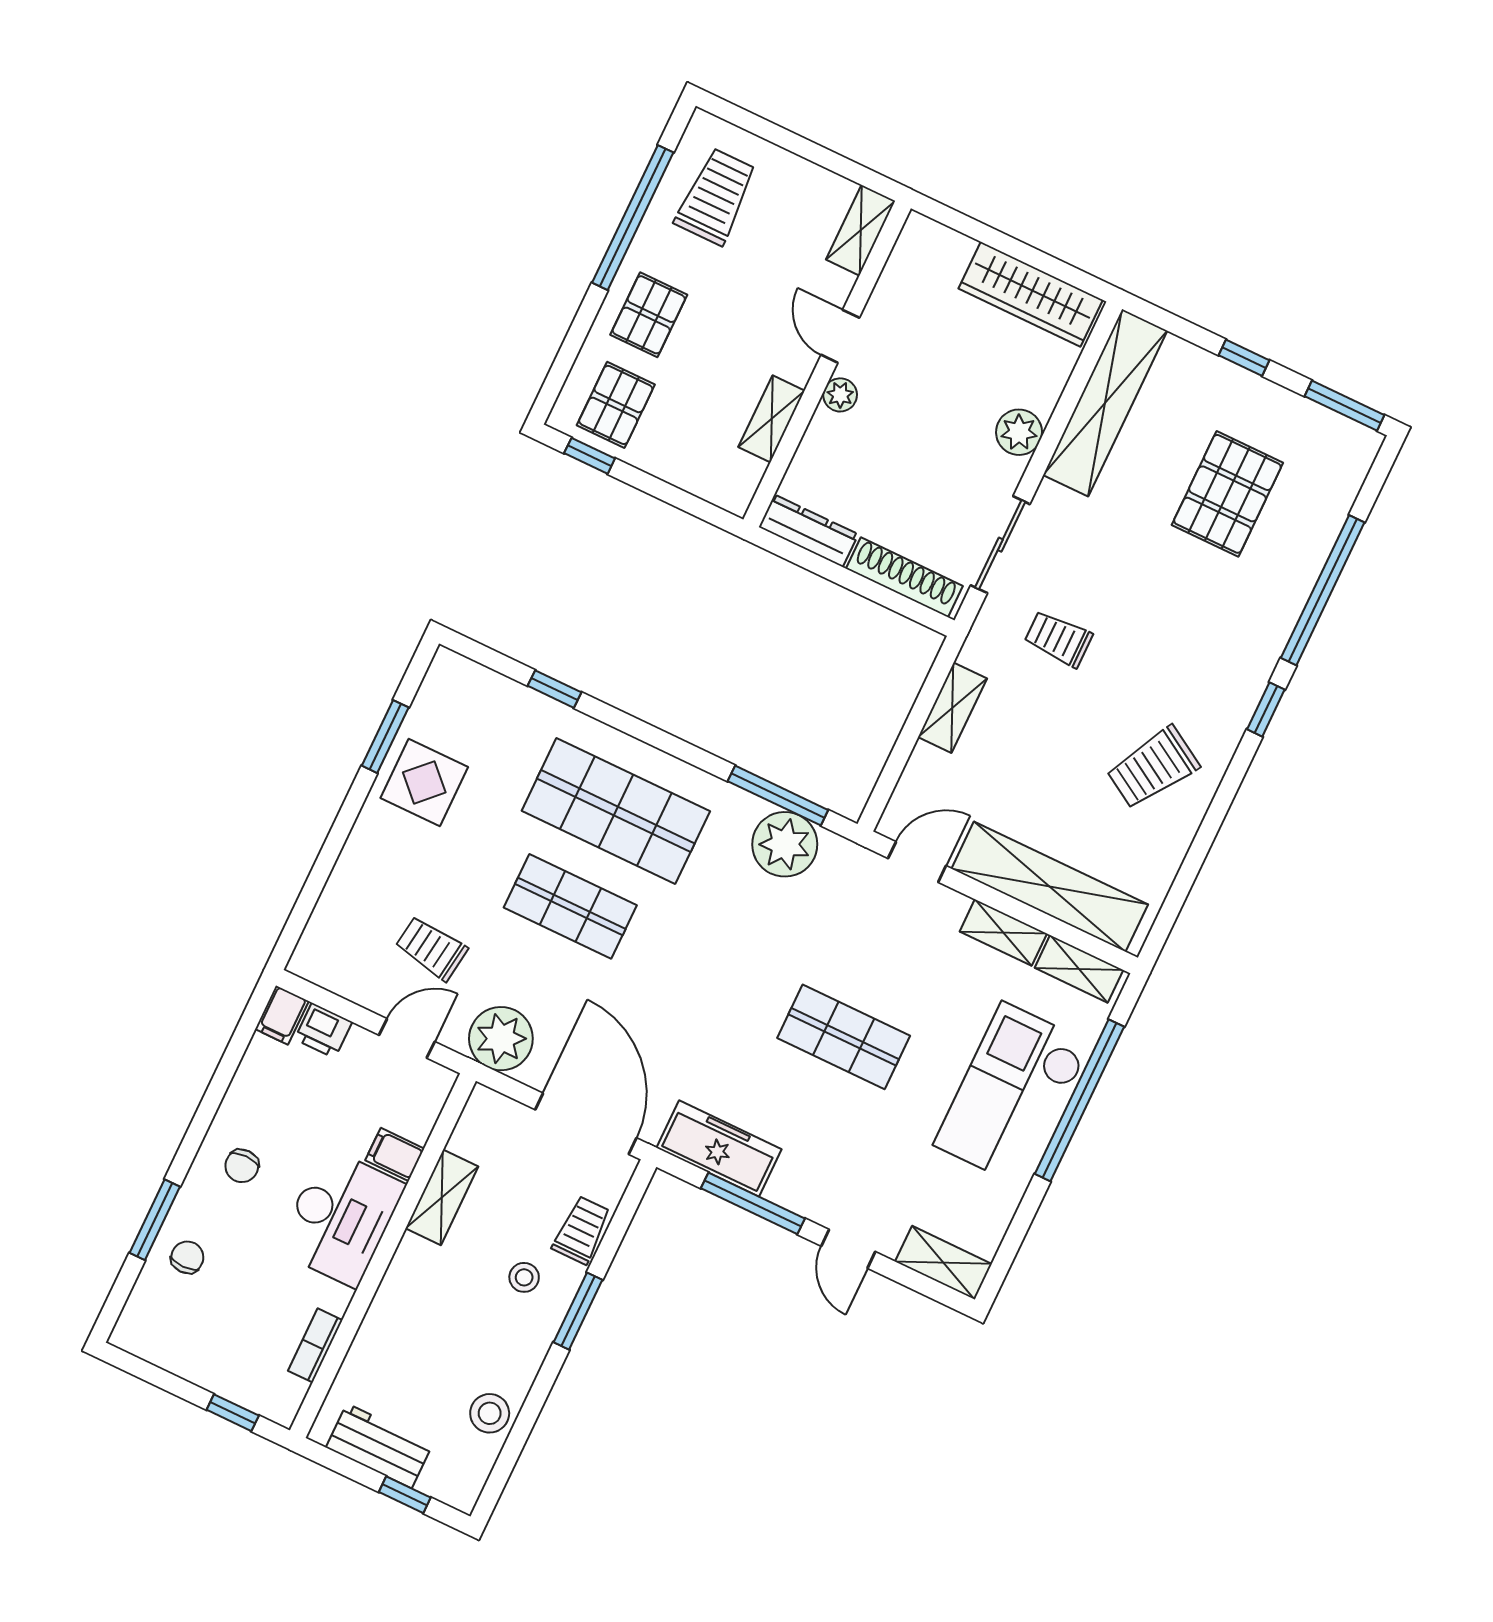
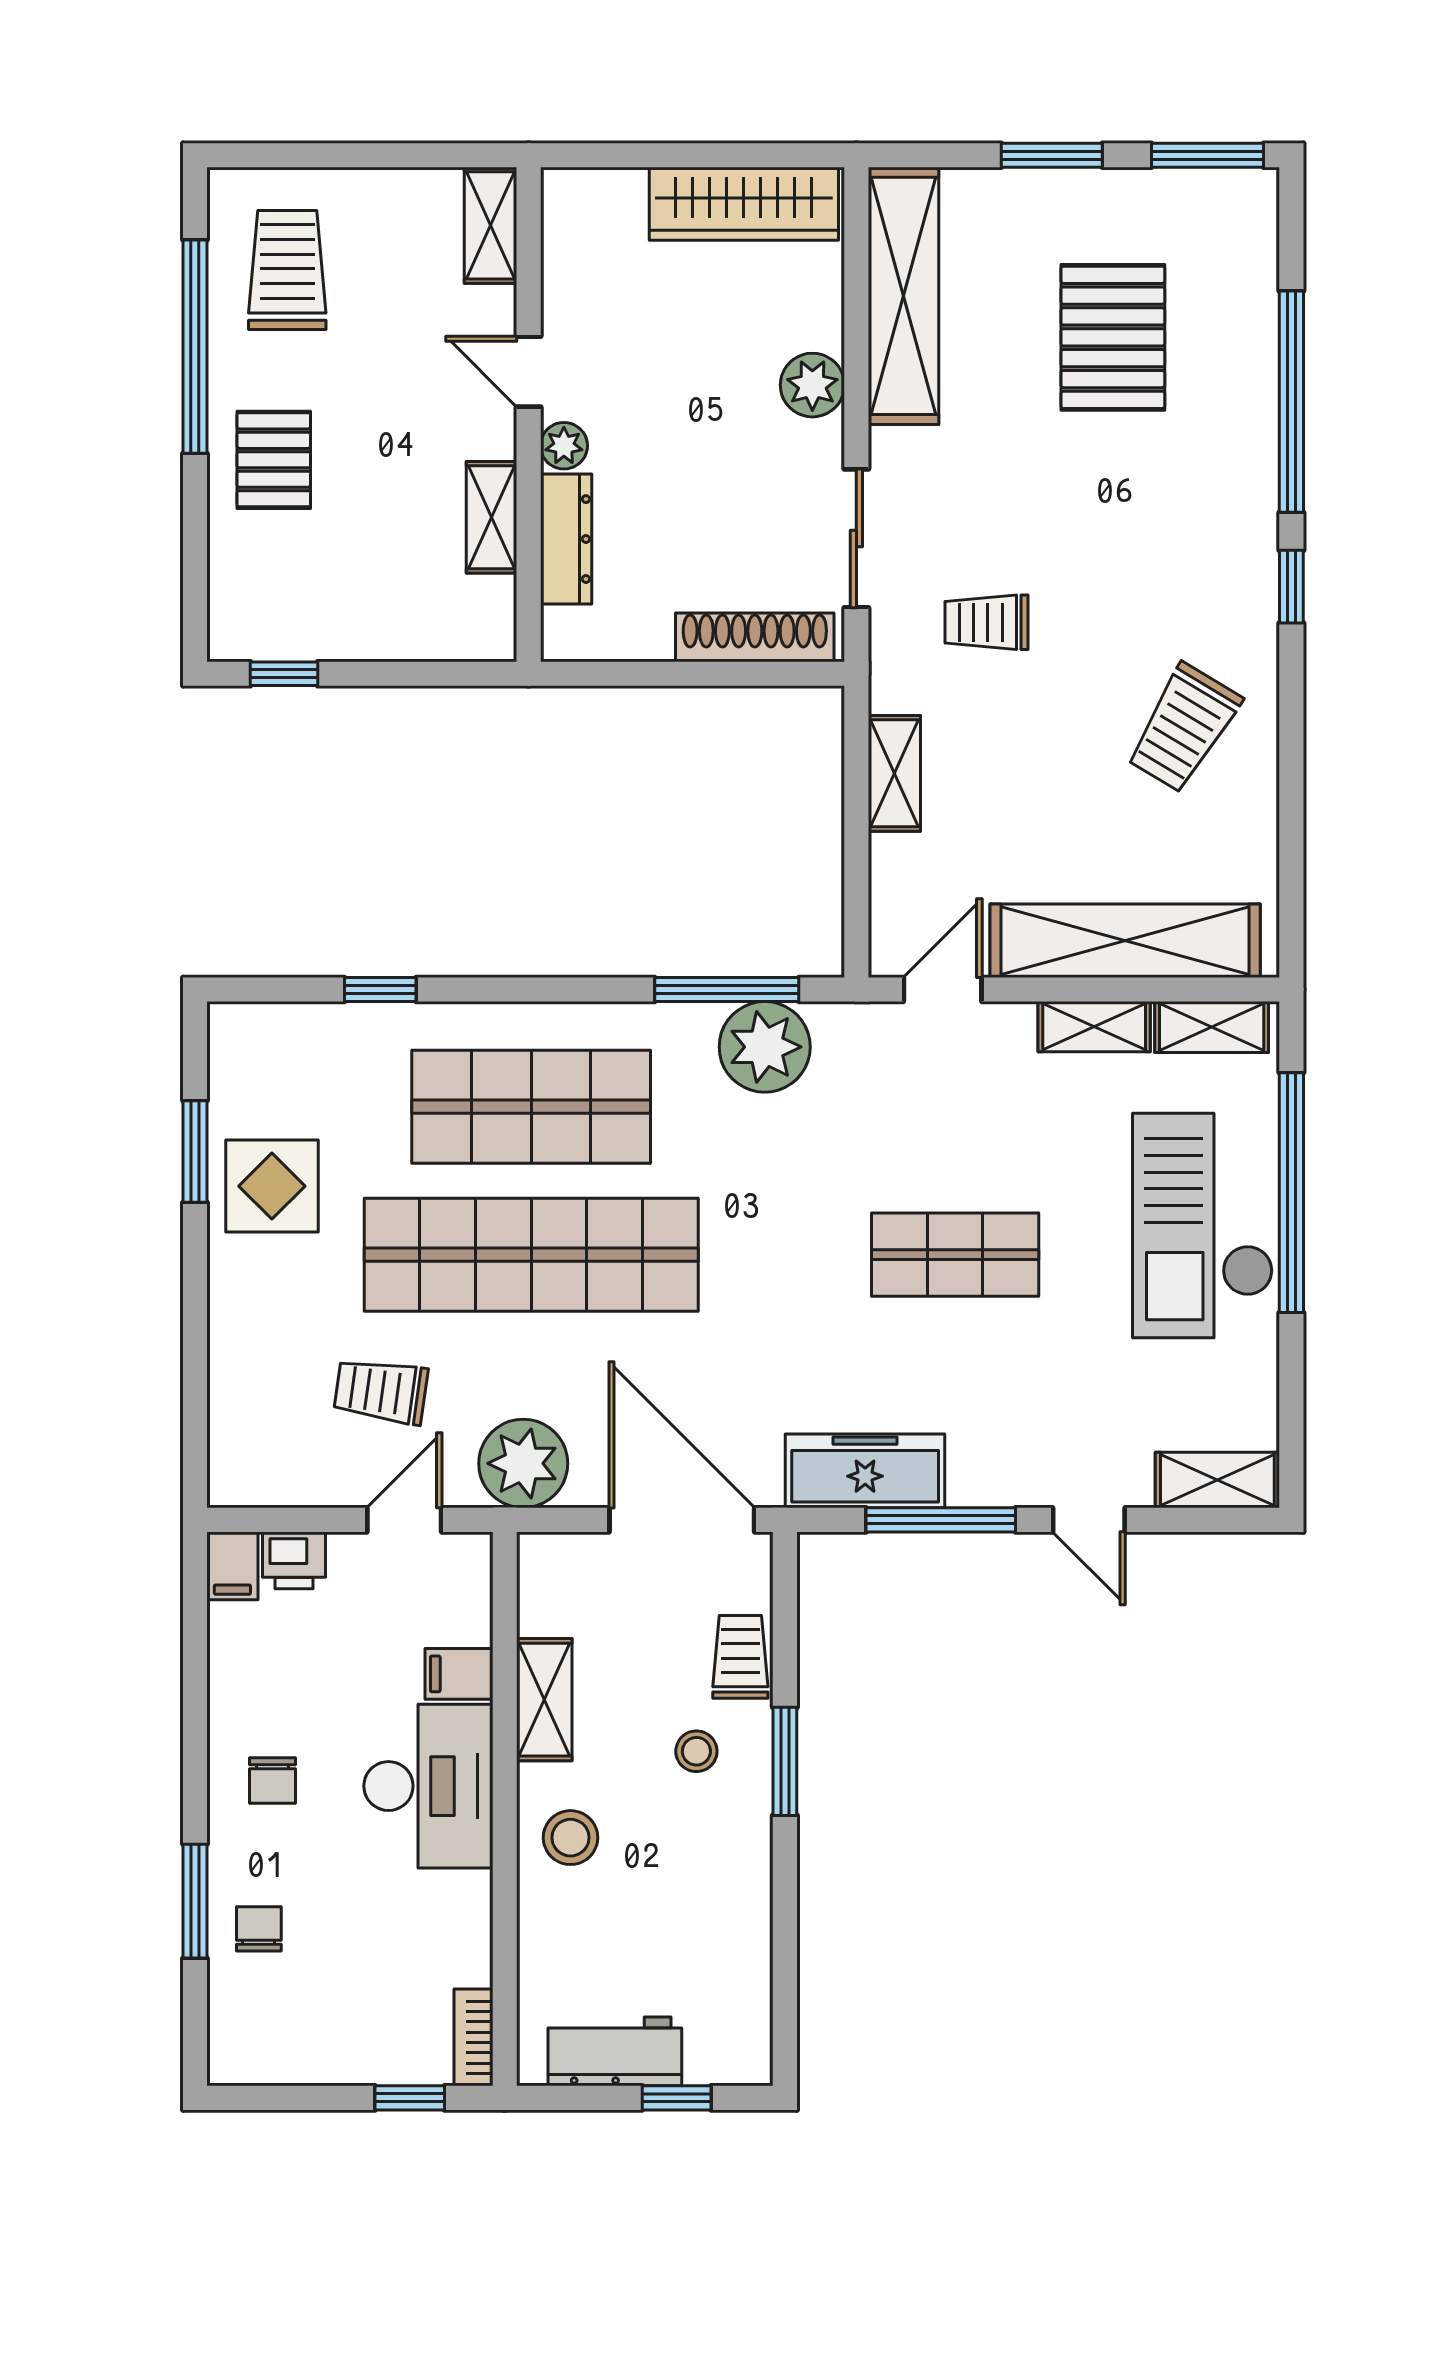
window: (1244, 358) -> (1052, 155), width x1.50
pallet: (616, 405) -> (286, 594), removed
dresser: (809, 531) -> (566, 539), moved, turned 90
shop shelf: (570, 906) -> (531, 1255), width x2.00, depth x1.36
bookcase: (315, 1345) -> (473, 2037), moved
stool: (490, 1413) -> (570, 1838), moved

